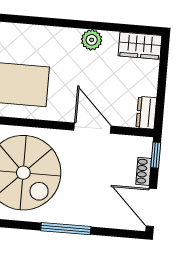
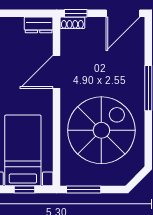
shoe rack: (144, 171) -> (72, 23), moved

